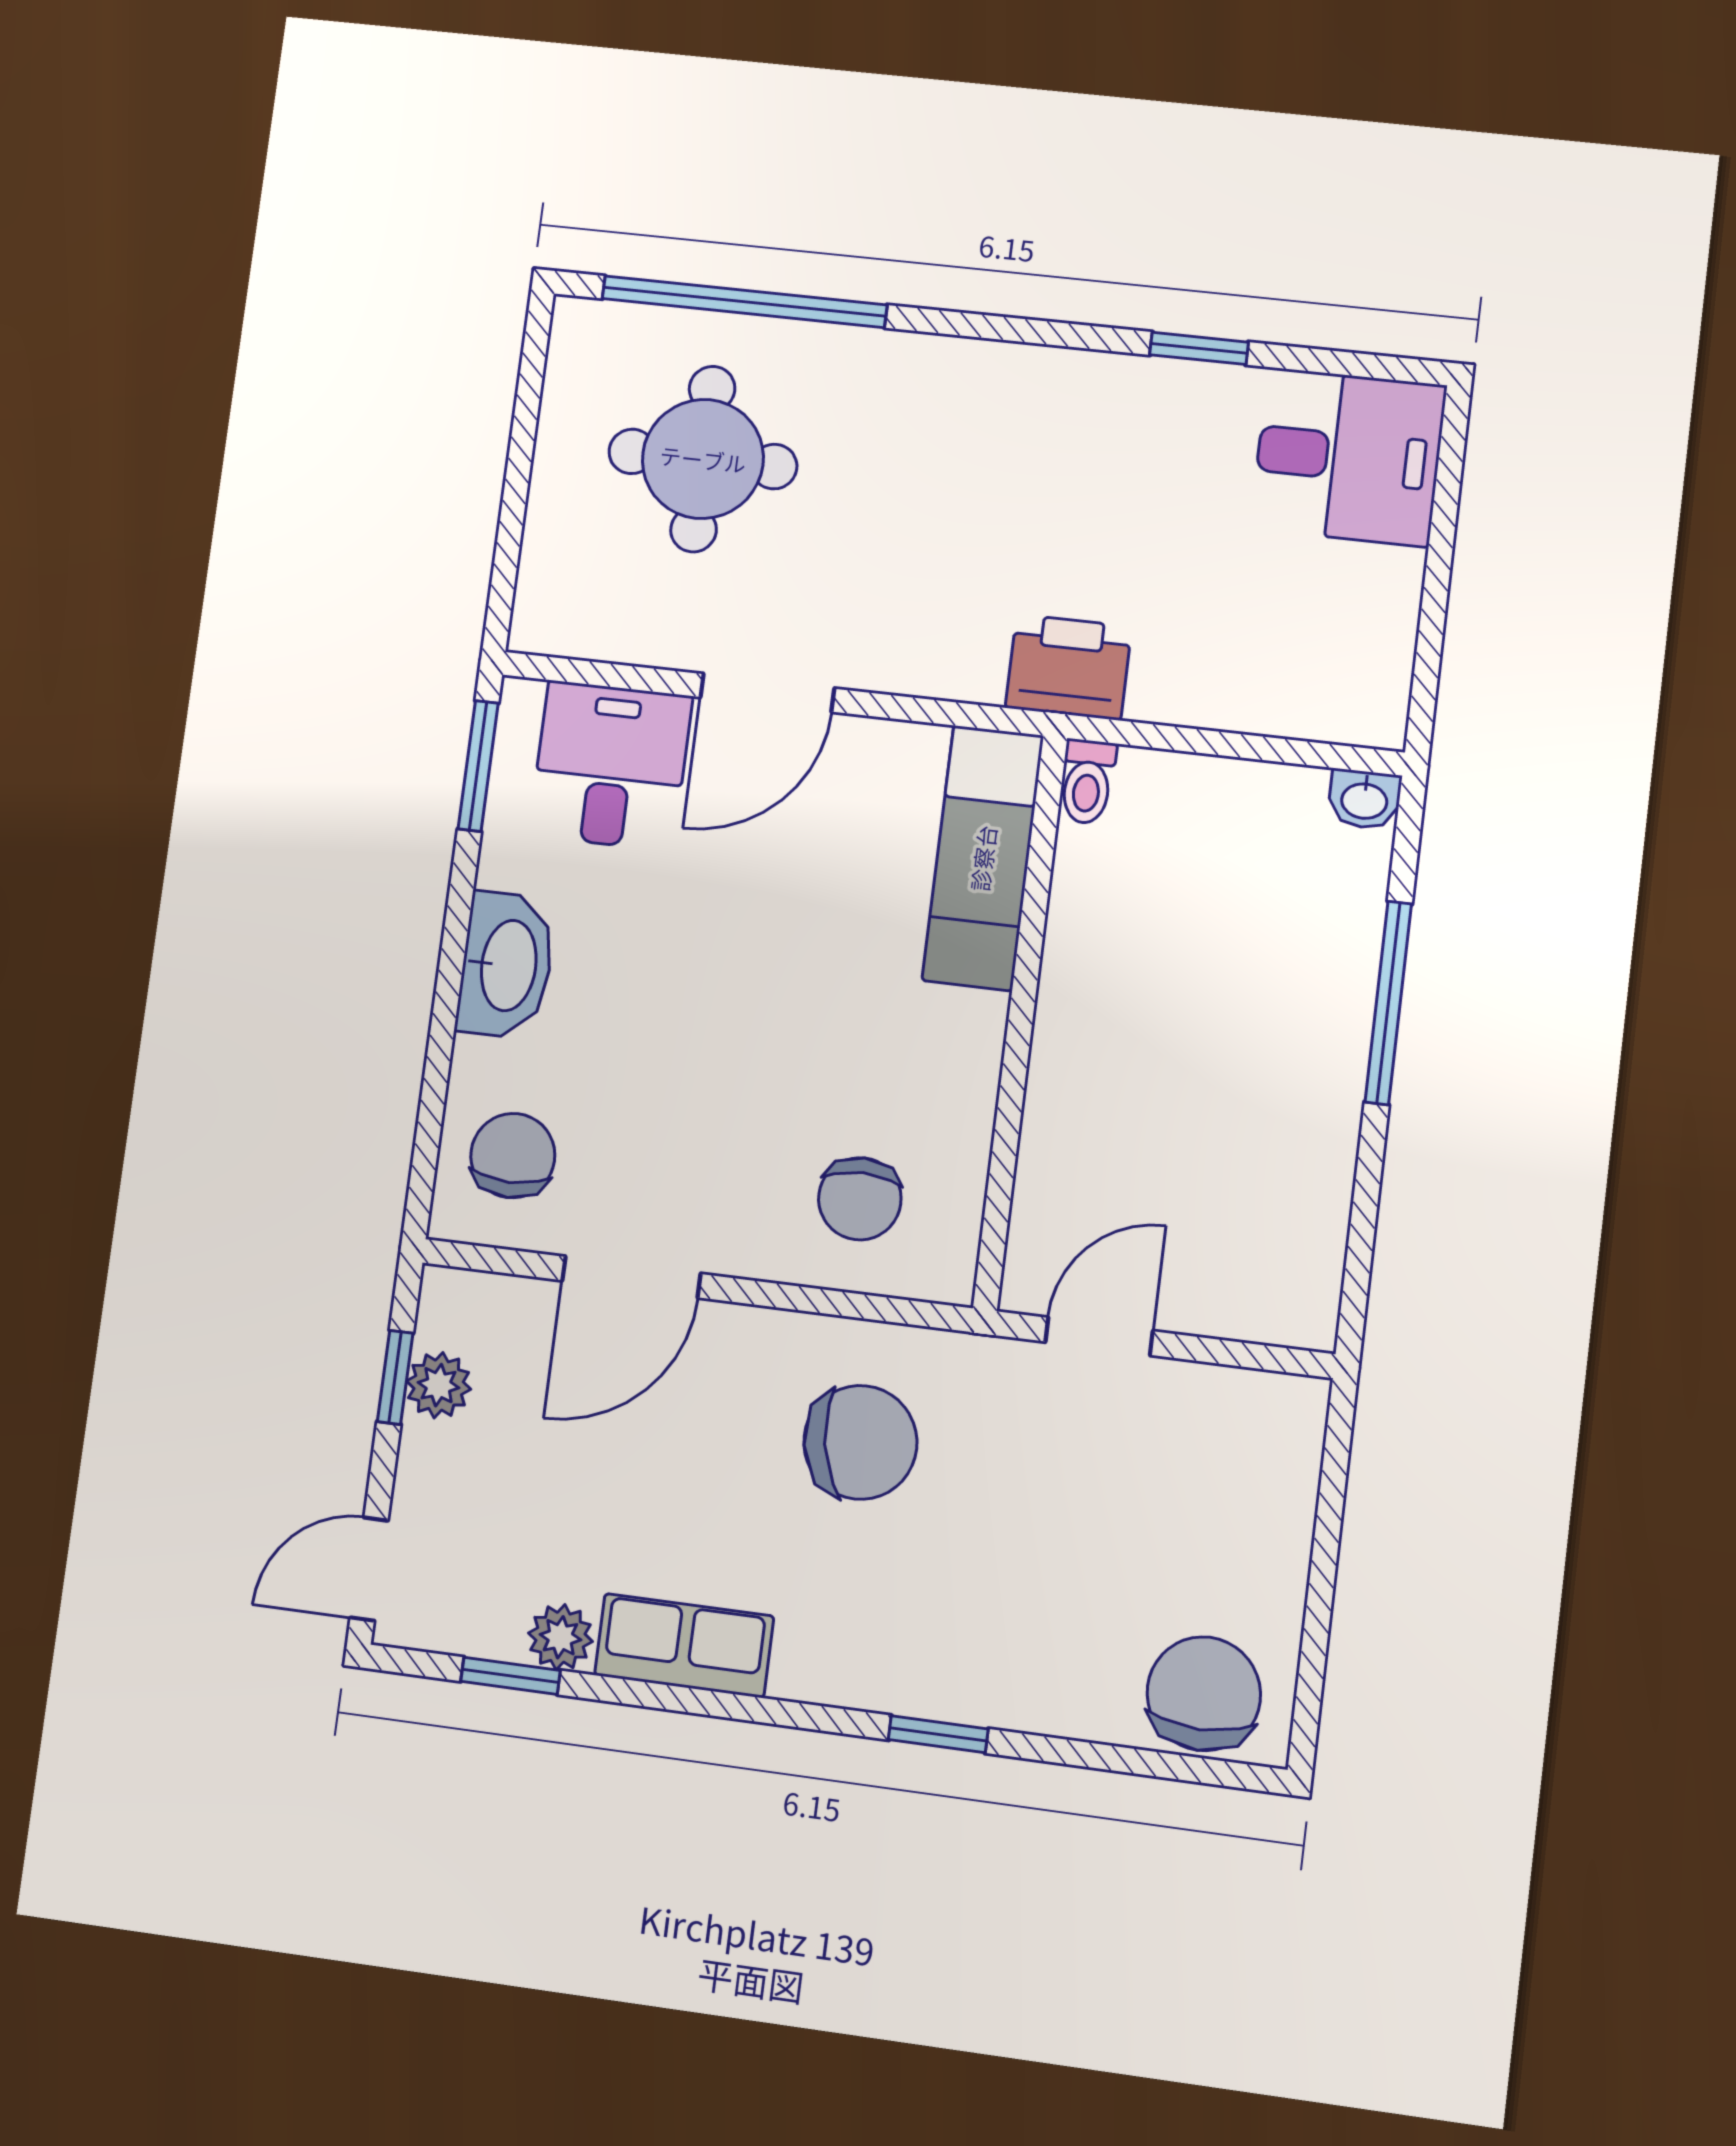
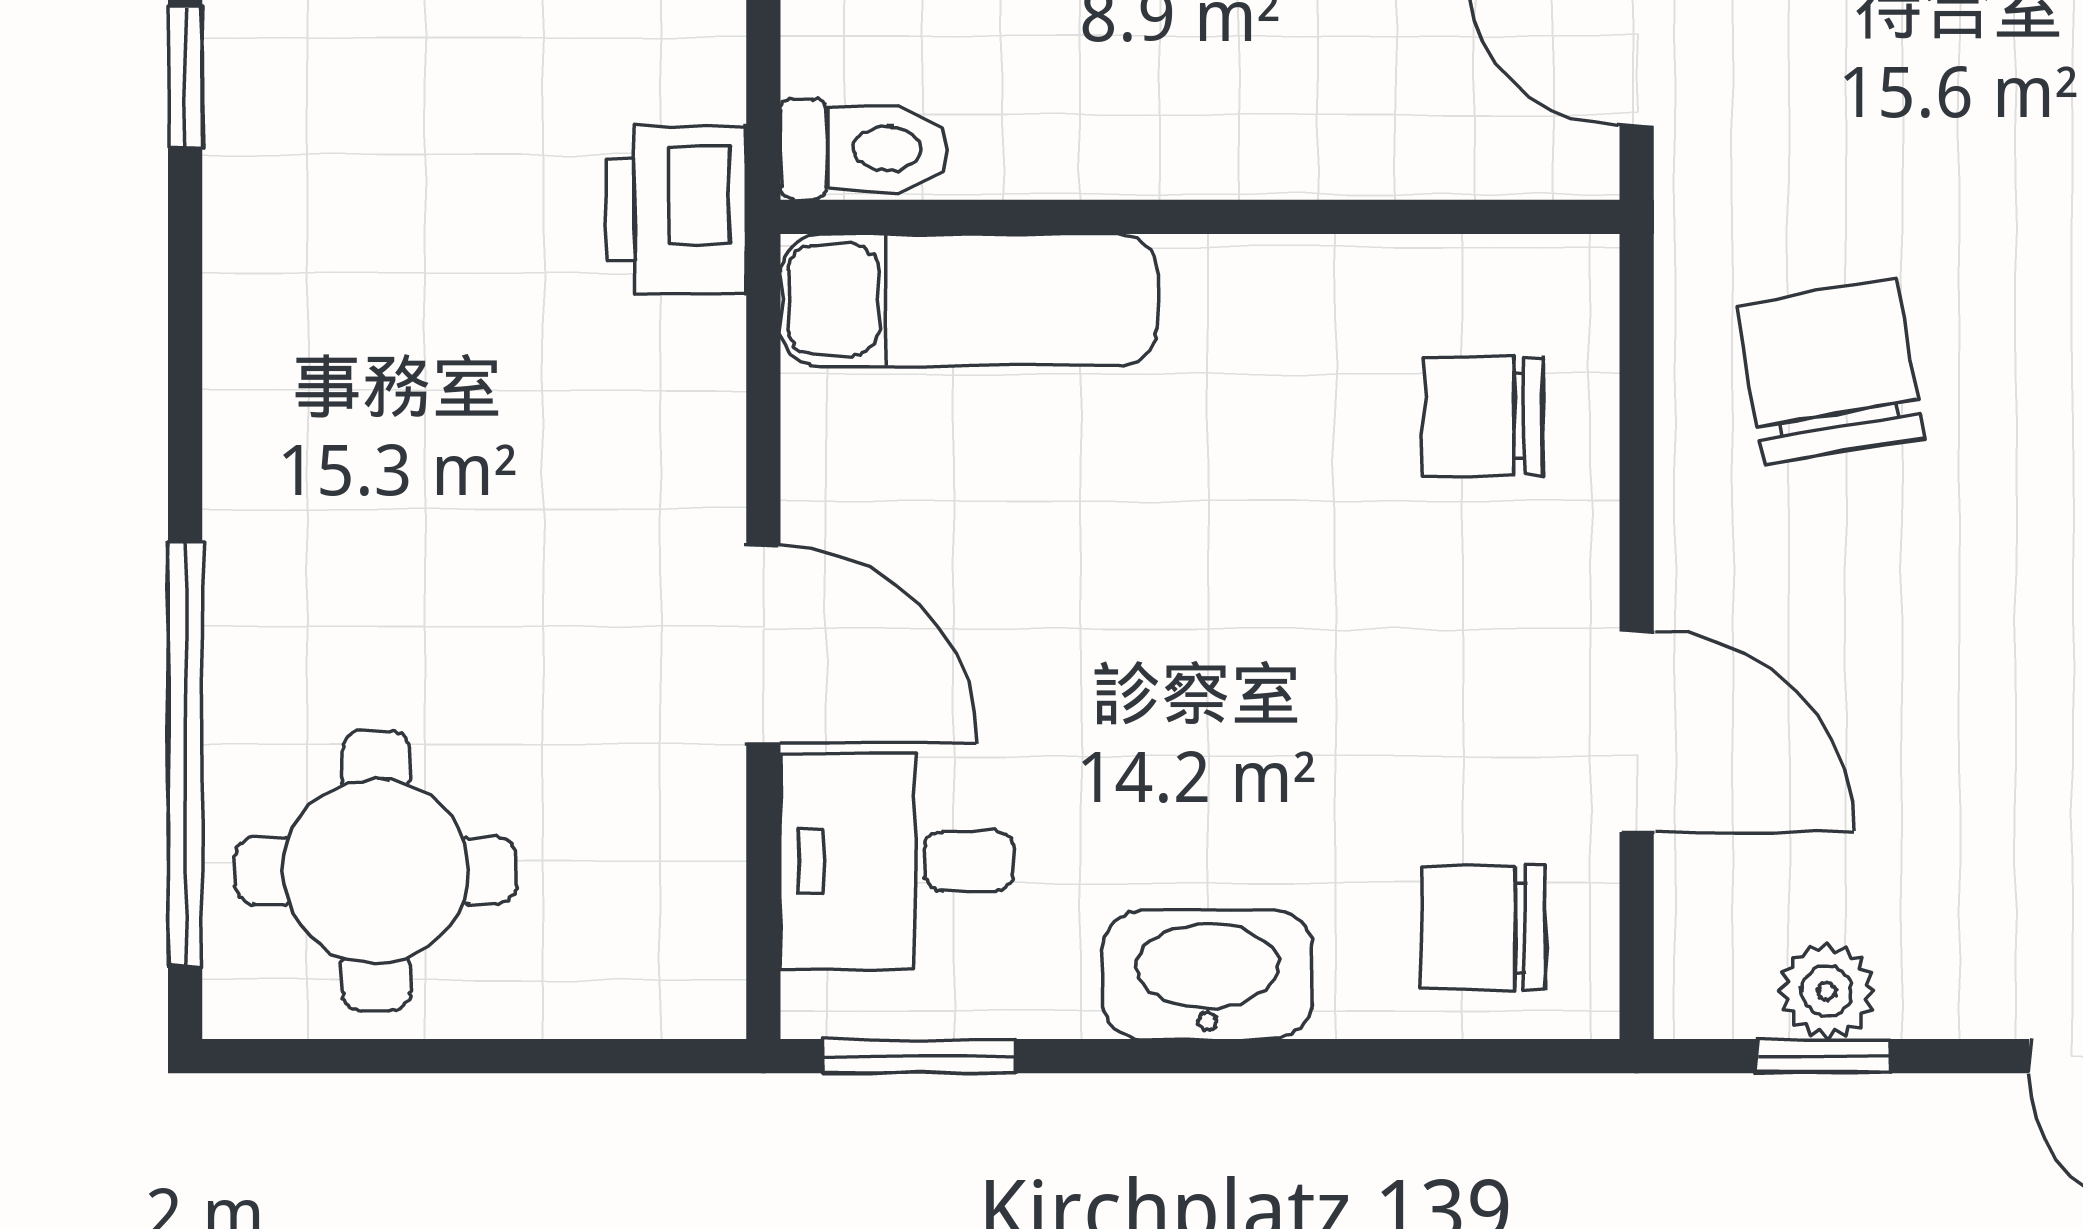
round table: (703, 459) -> (376, 871), moved
toilet: (1087, 782) -> (864, 149), width x1.37, depth x1.39
chair: (860, 1199) -> (1483, 416), turned 180

